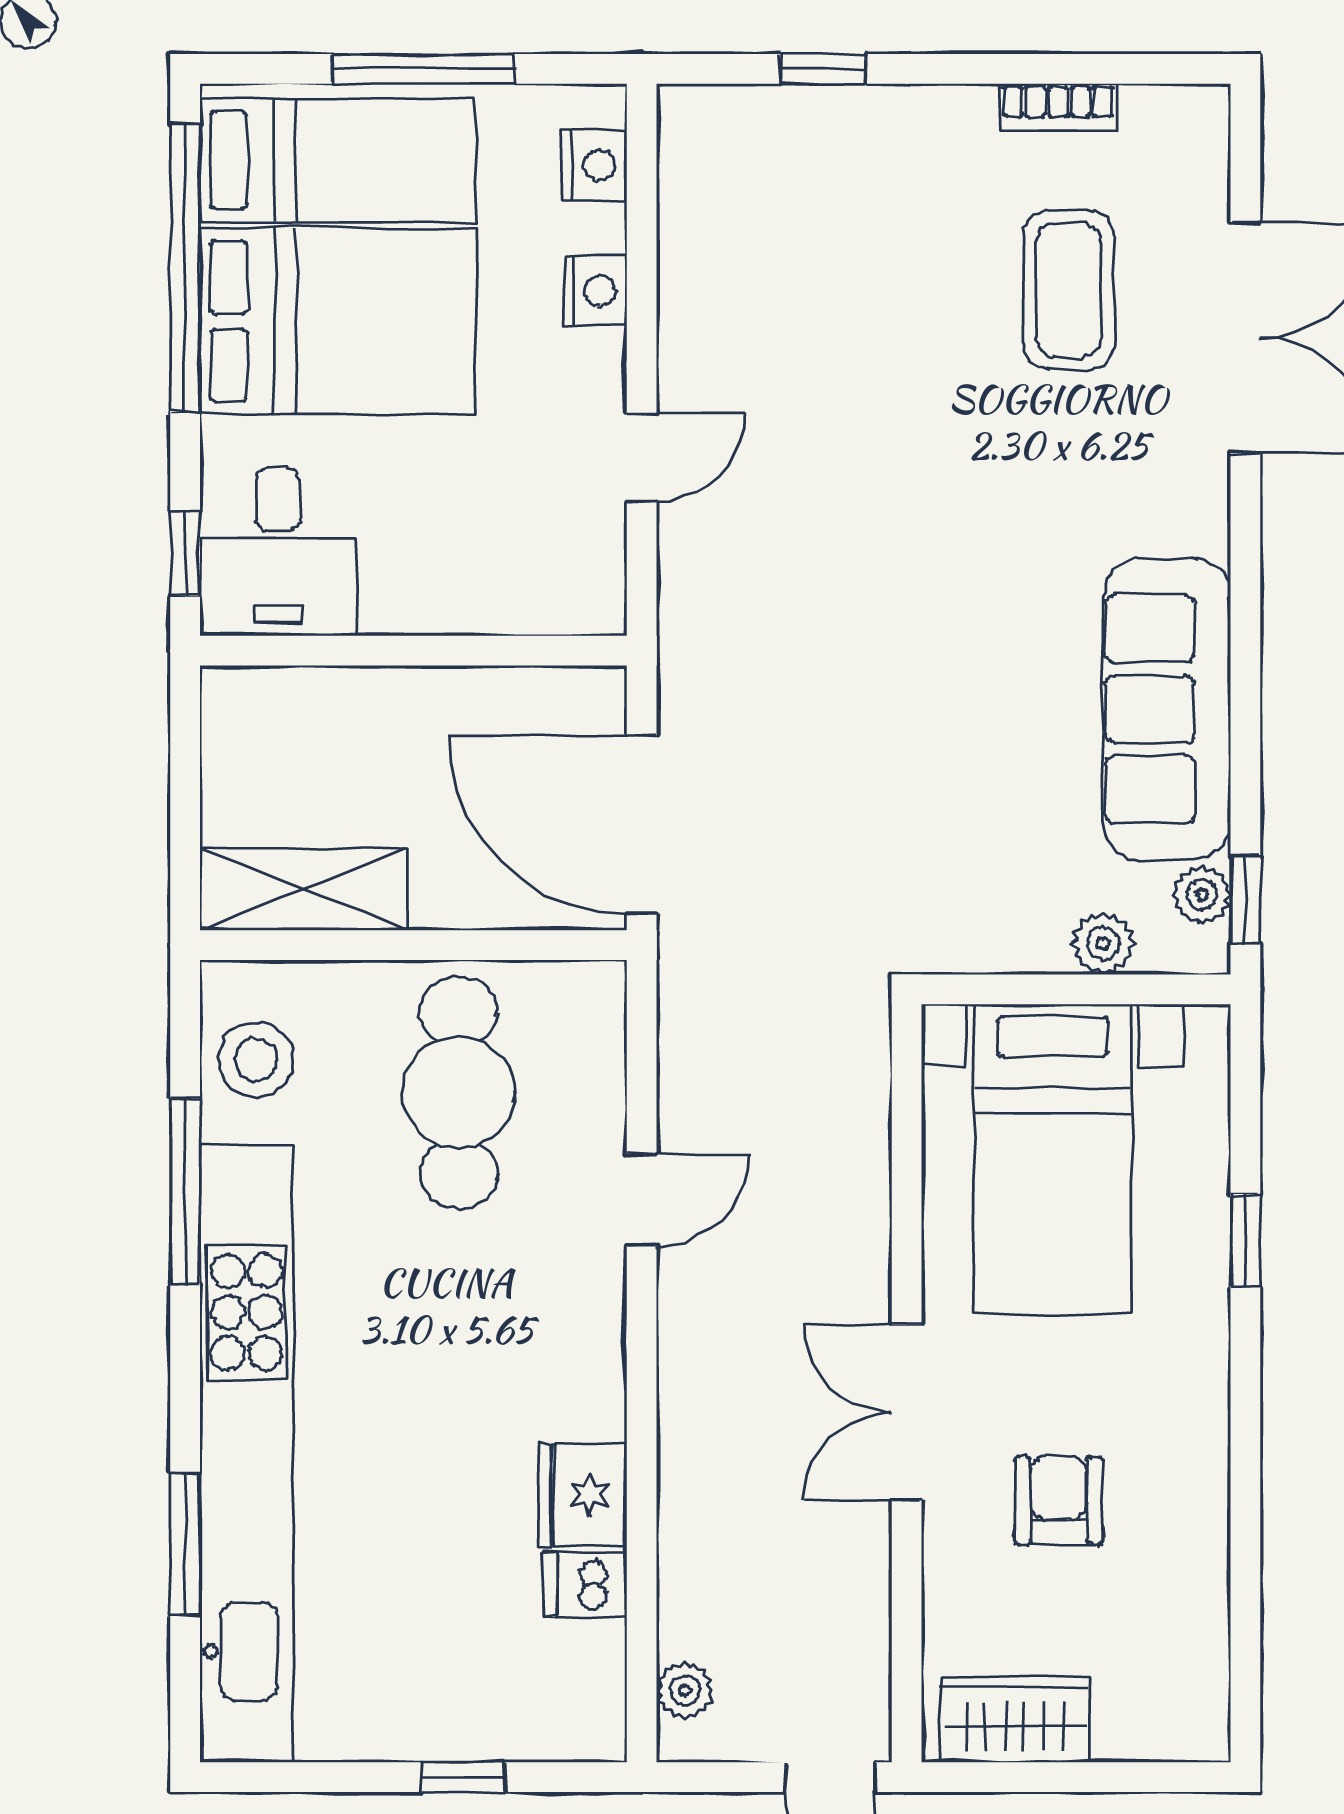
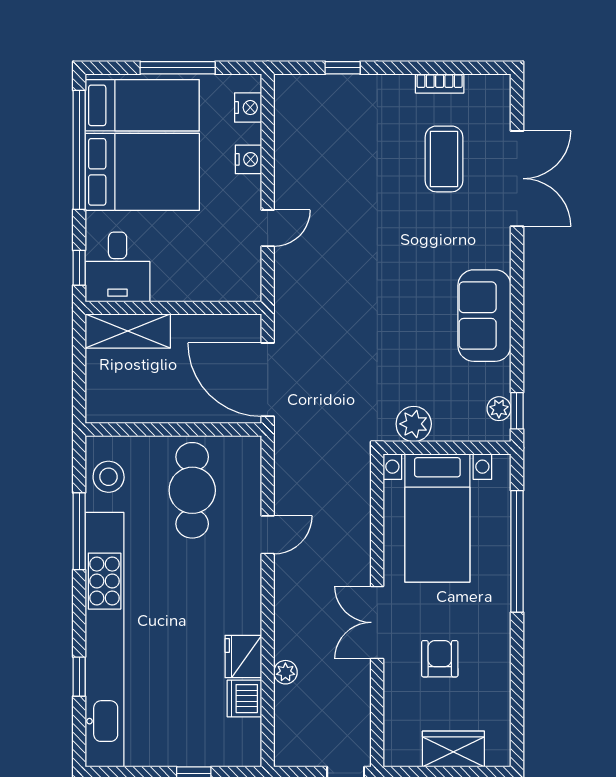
sofa: (1167, 709) -> (484, 316), width x0.73
shelving: (303, 889) -> (128, 331), moved
plant: (1103, 943) -> (414, 424), moved, width x1.38, depth x1.38
window: (1245, 1241) -> (517, 551), width x3.17
window: (185, 1544) -> (79, 677), width x0.67
dishwasher: (585, 1585) -> (244, 699), width x1.38
plant: (685, 1690) -> (285, 672), moved
wardrobe: (1015, 1719) -> (453, 749), moved

